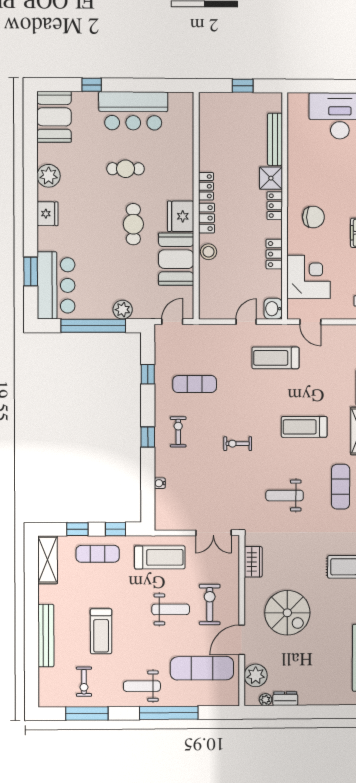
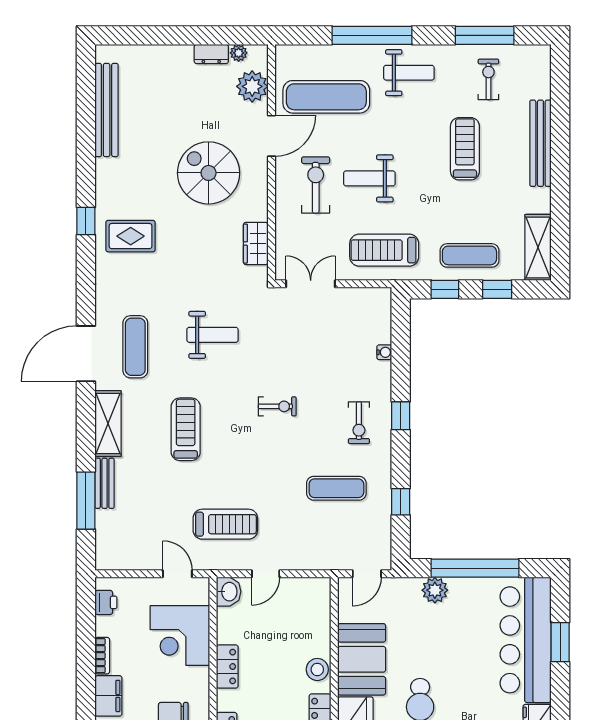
bar counter: (56, 285) -> (526, 640), width x1.36
treadmill: (304, 427) -> (186, 429), turned -90
exercise bike: (210, 604) -> (316, 185), turned 180

